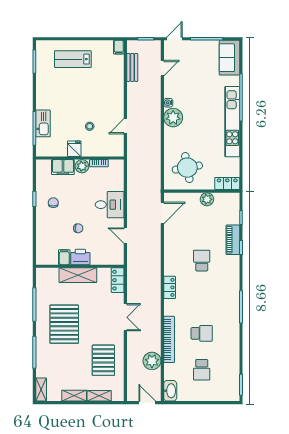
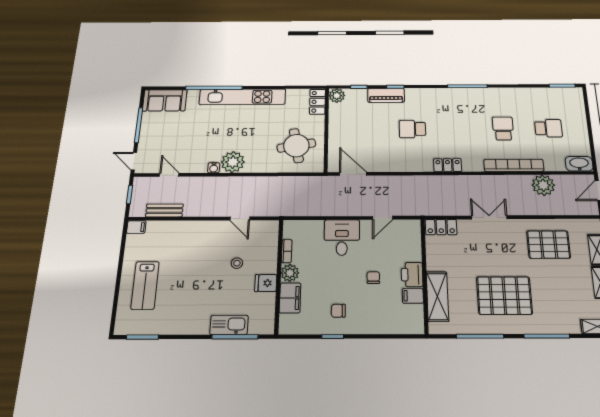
plant: (207, 199) -> (337, 96), moved
shelving: (78, 275) -> (437, 297), moved

